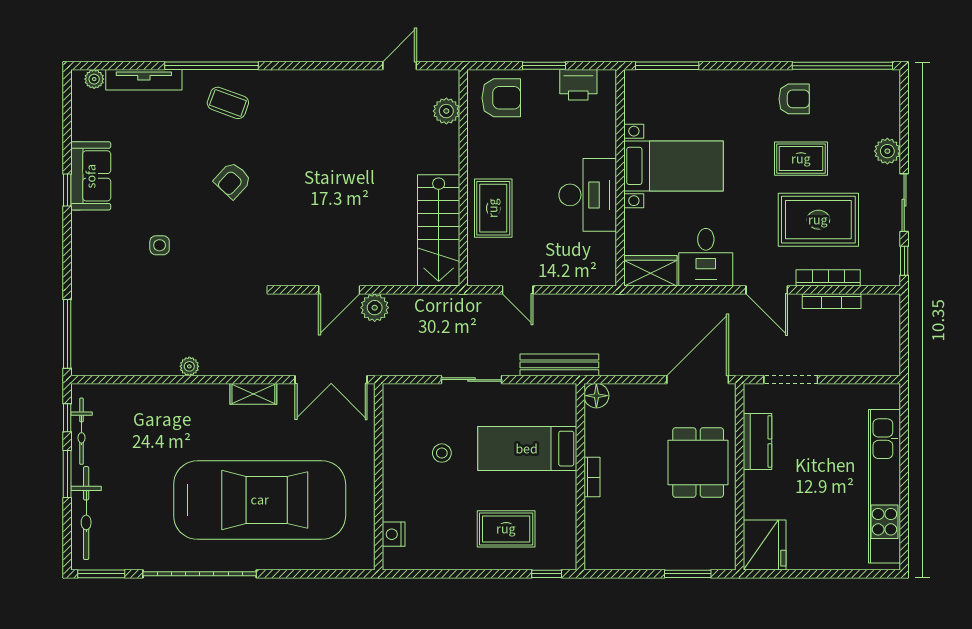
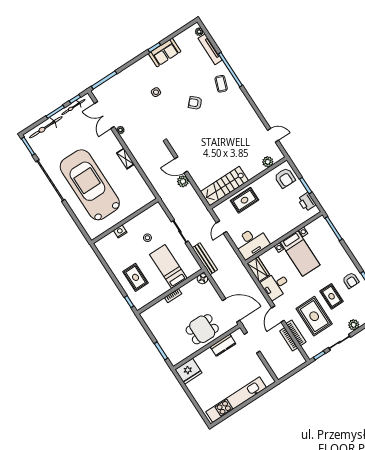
desk: (588, 195) -> (251, 243), moved
double door: (331, 380) -> (104, 115), moved
car: (260, 500) -> (90, 185), turned 180
nightstand: (394, 534) -> (120, 231), moved

